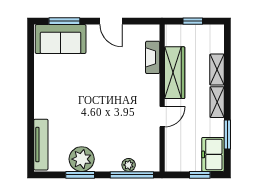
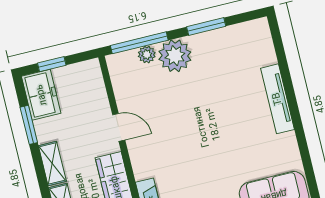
door: (162, 117) -> (119, 127), swing flipped
tv unit: (41, 145) -> (277, 99), moved
plant: (82, 159) -> (175, 56), moved

